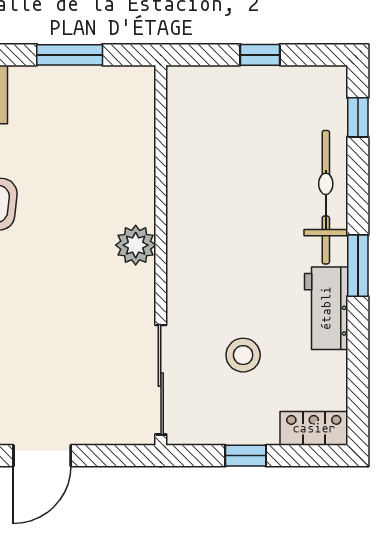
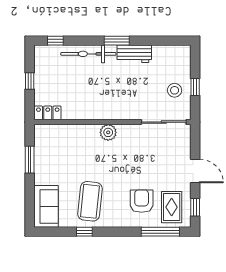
stool: (243, 355) -> (175, 90), moved
locker: (314, 428) -> (48, 113), moved, turned 90

